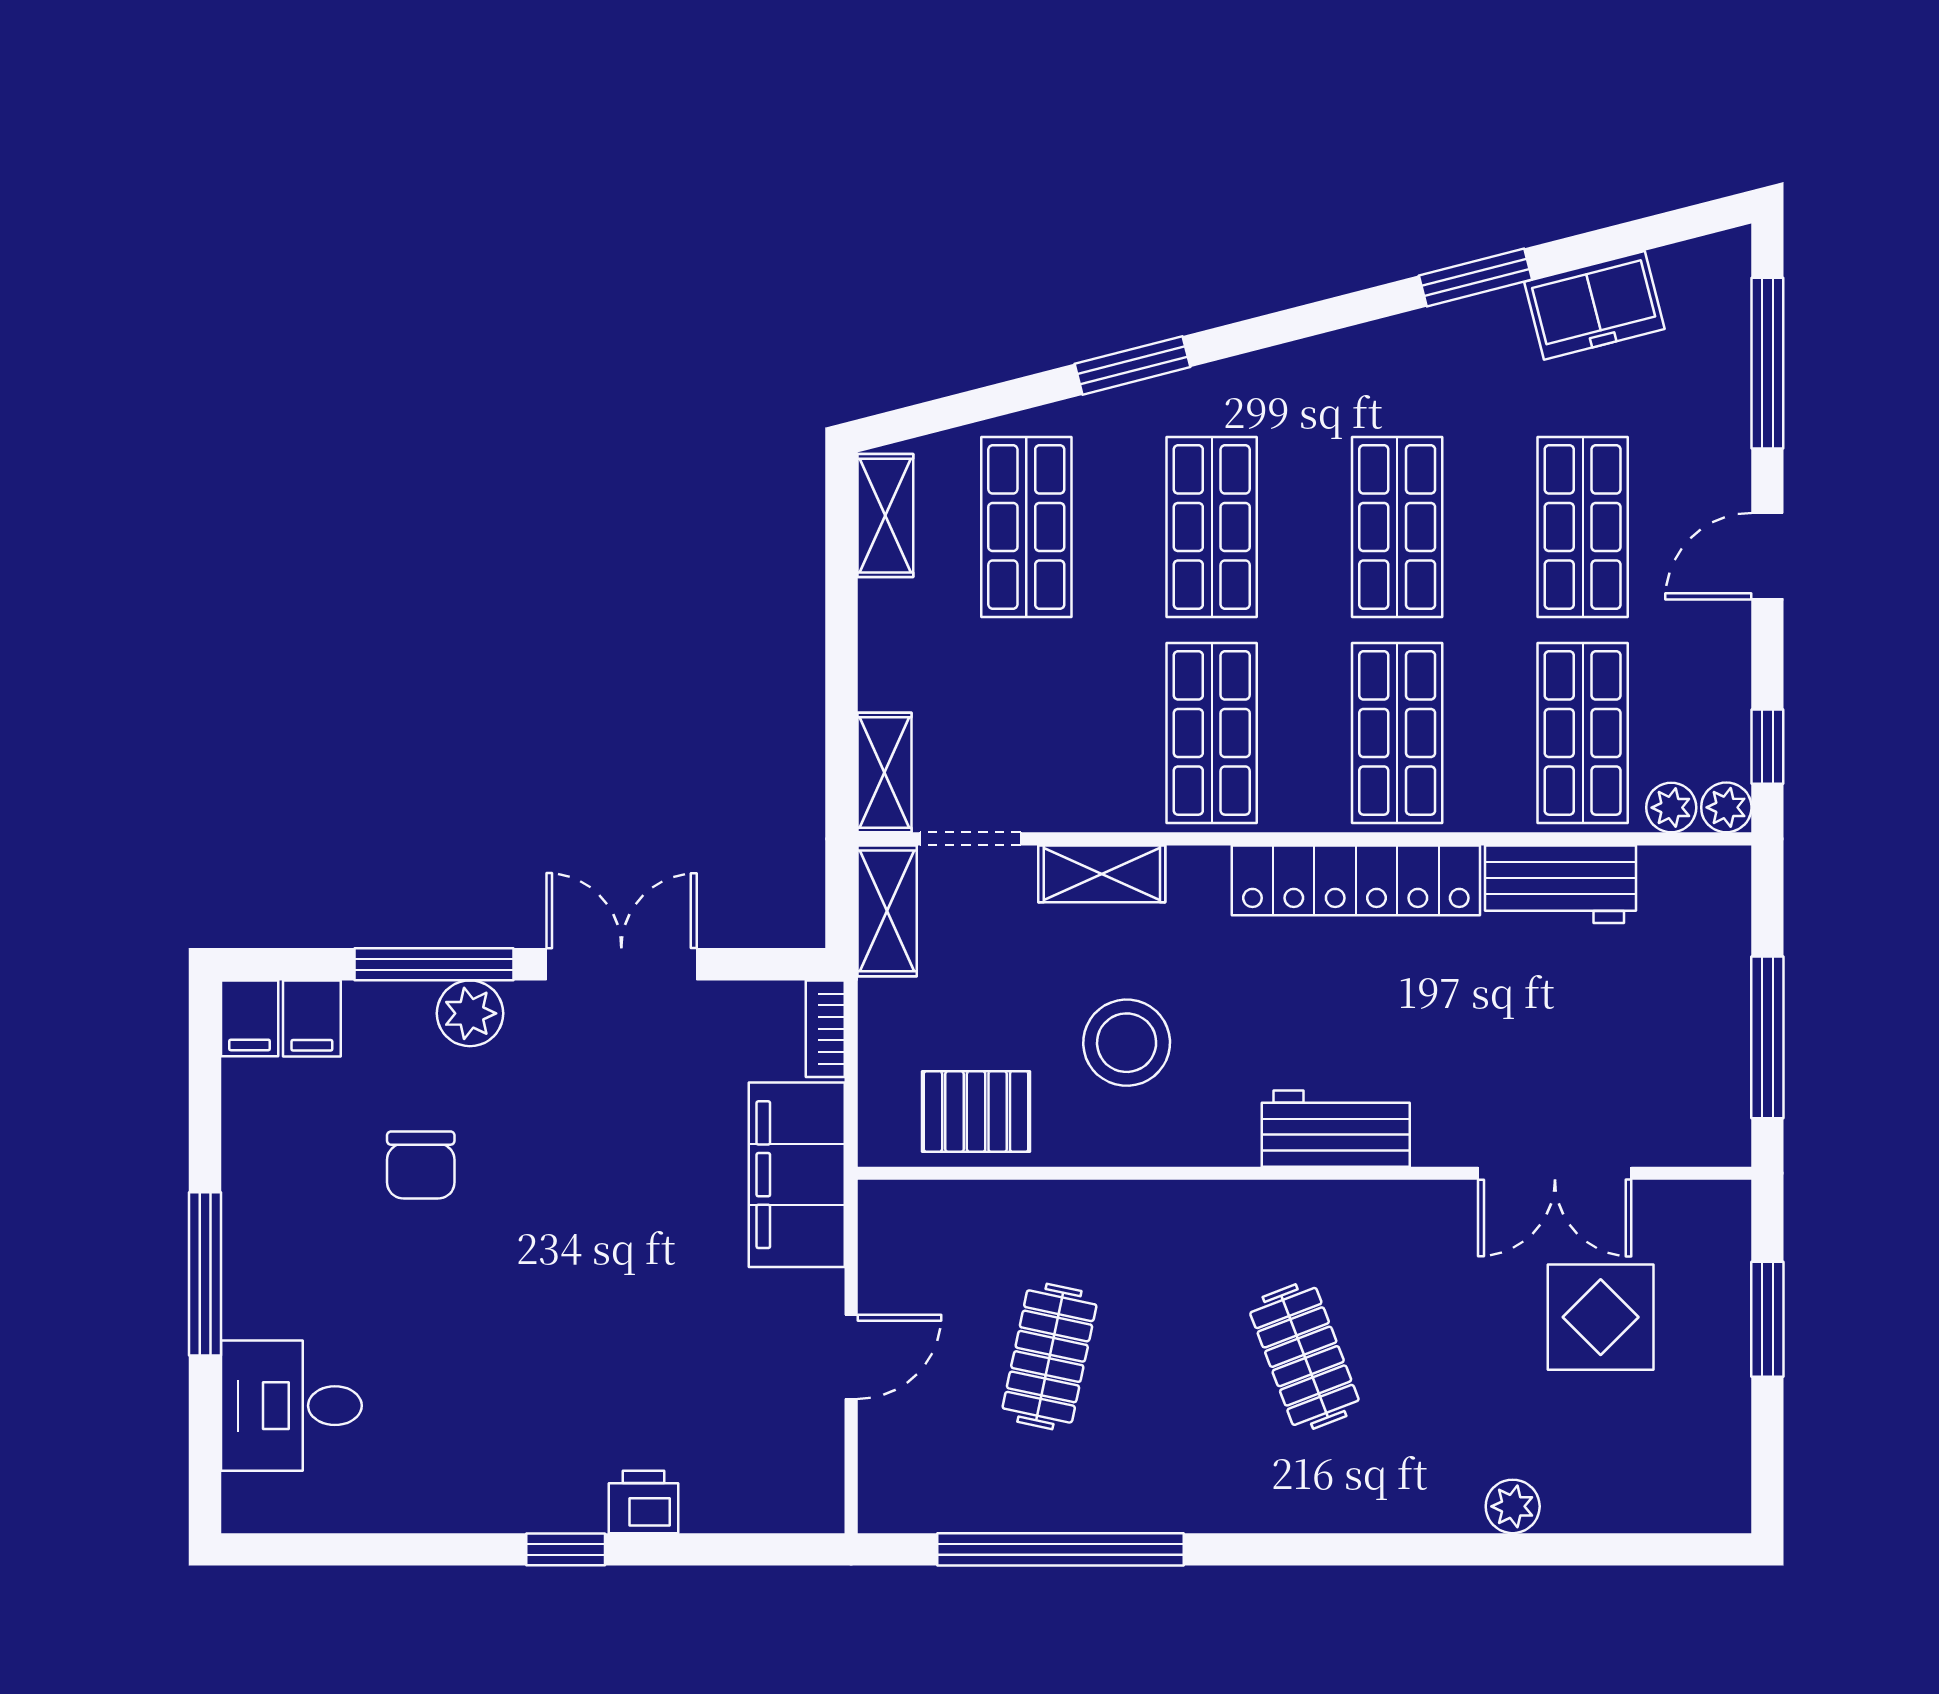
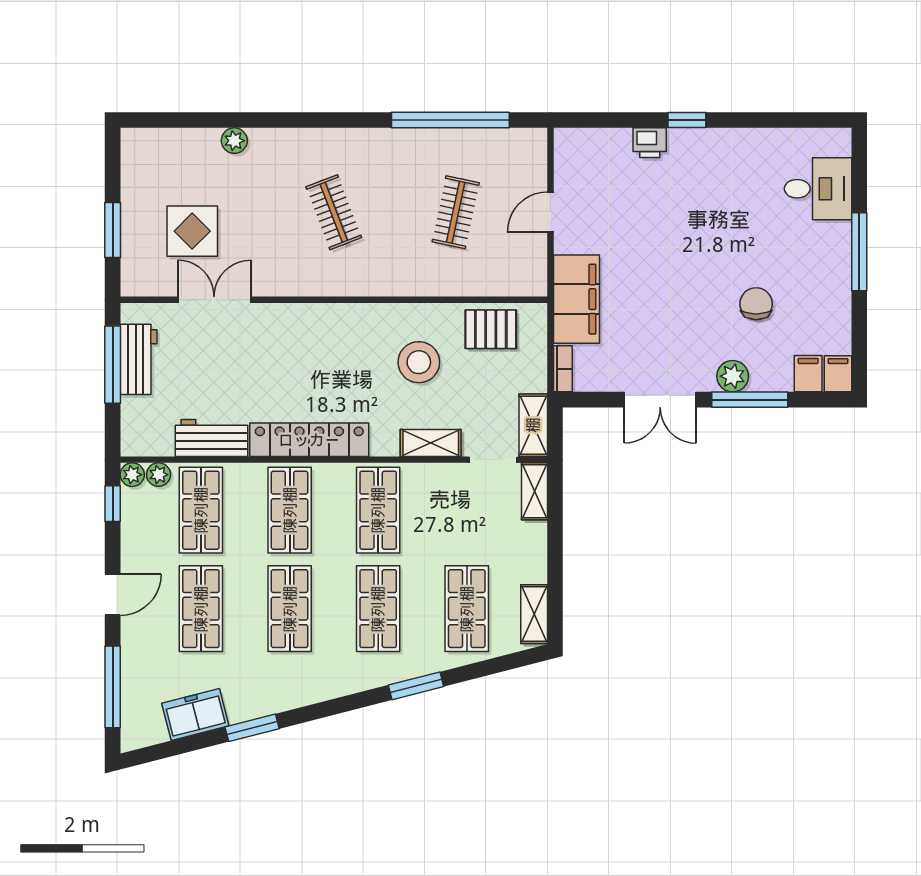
workbench: (1336, 1129) -> (139, 359), moved, turned -90

